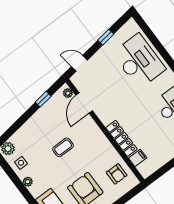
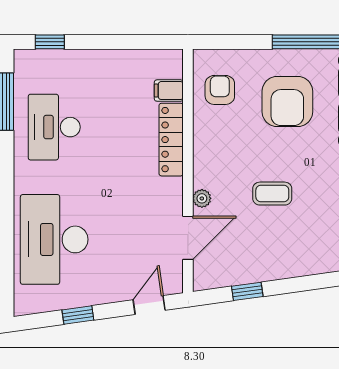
door: (79, 63) -> (149, 305), swing flipped
plant: (68, 93) -> (202, 198), moved

